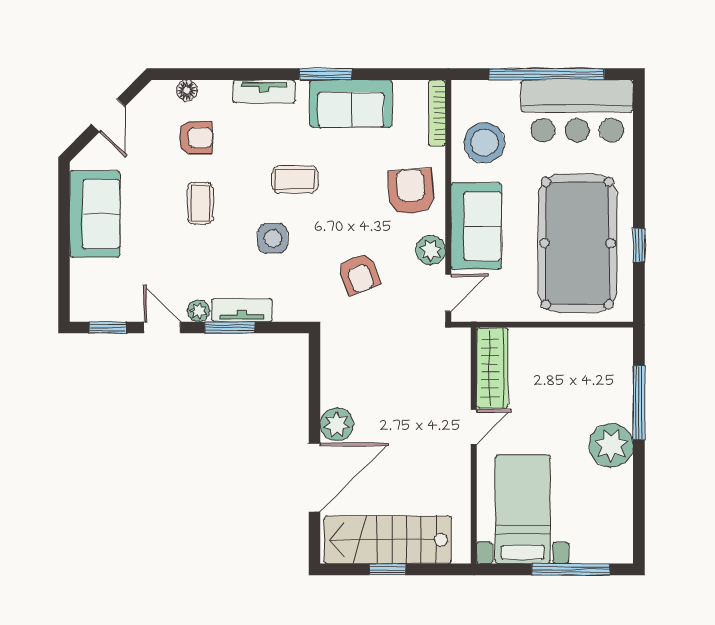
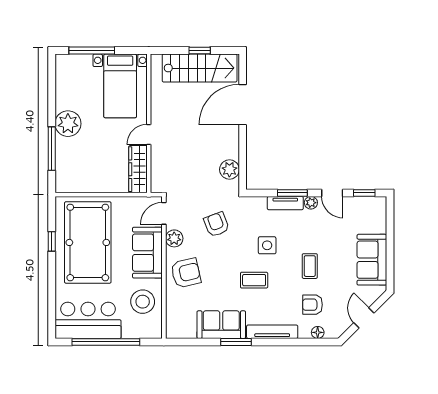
tv unit: (264, 92) -> (272, 332), width x1.41
bookcase: (437, 113) -> (171, 319), removed
armchair: (411, 192) -> (186, 273), turned -99
plant: (337, 424) -> (229, 170), moved

